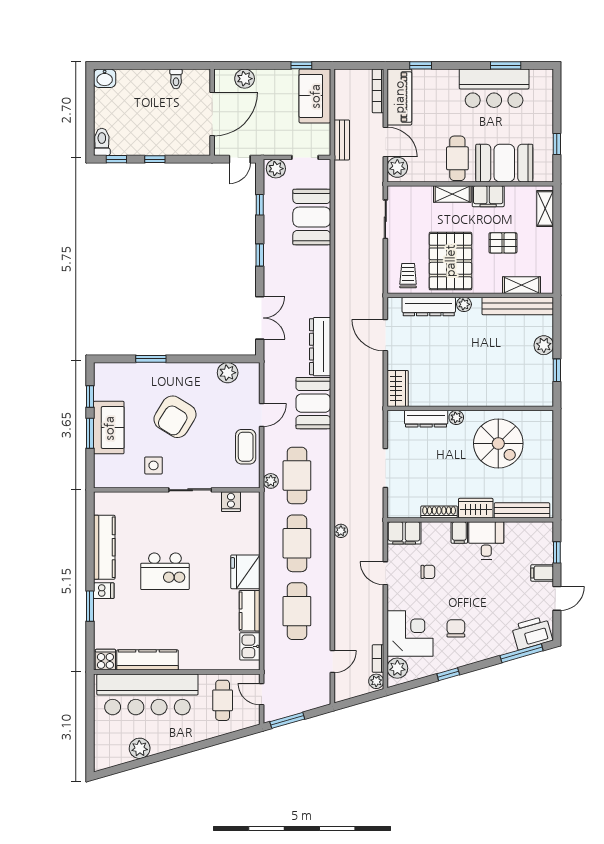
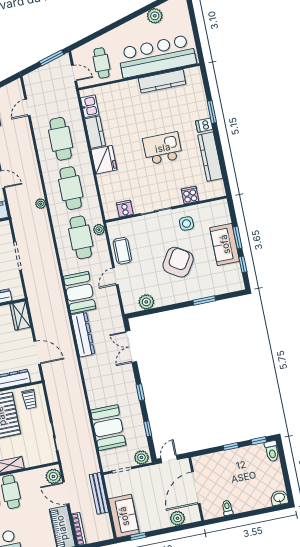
bench: (342, 140) -> (99, 493), width x1.36
cooker: (105, 660) -> (190, 195), moved, turned 180

